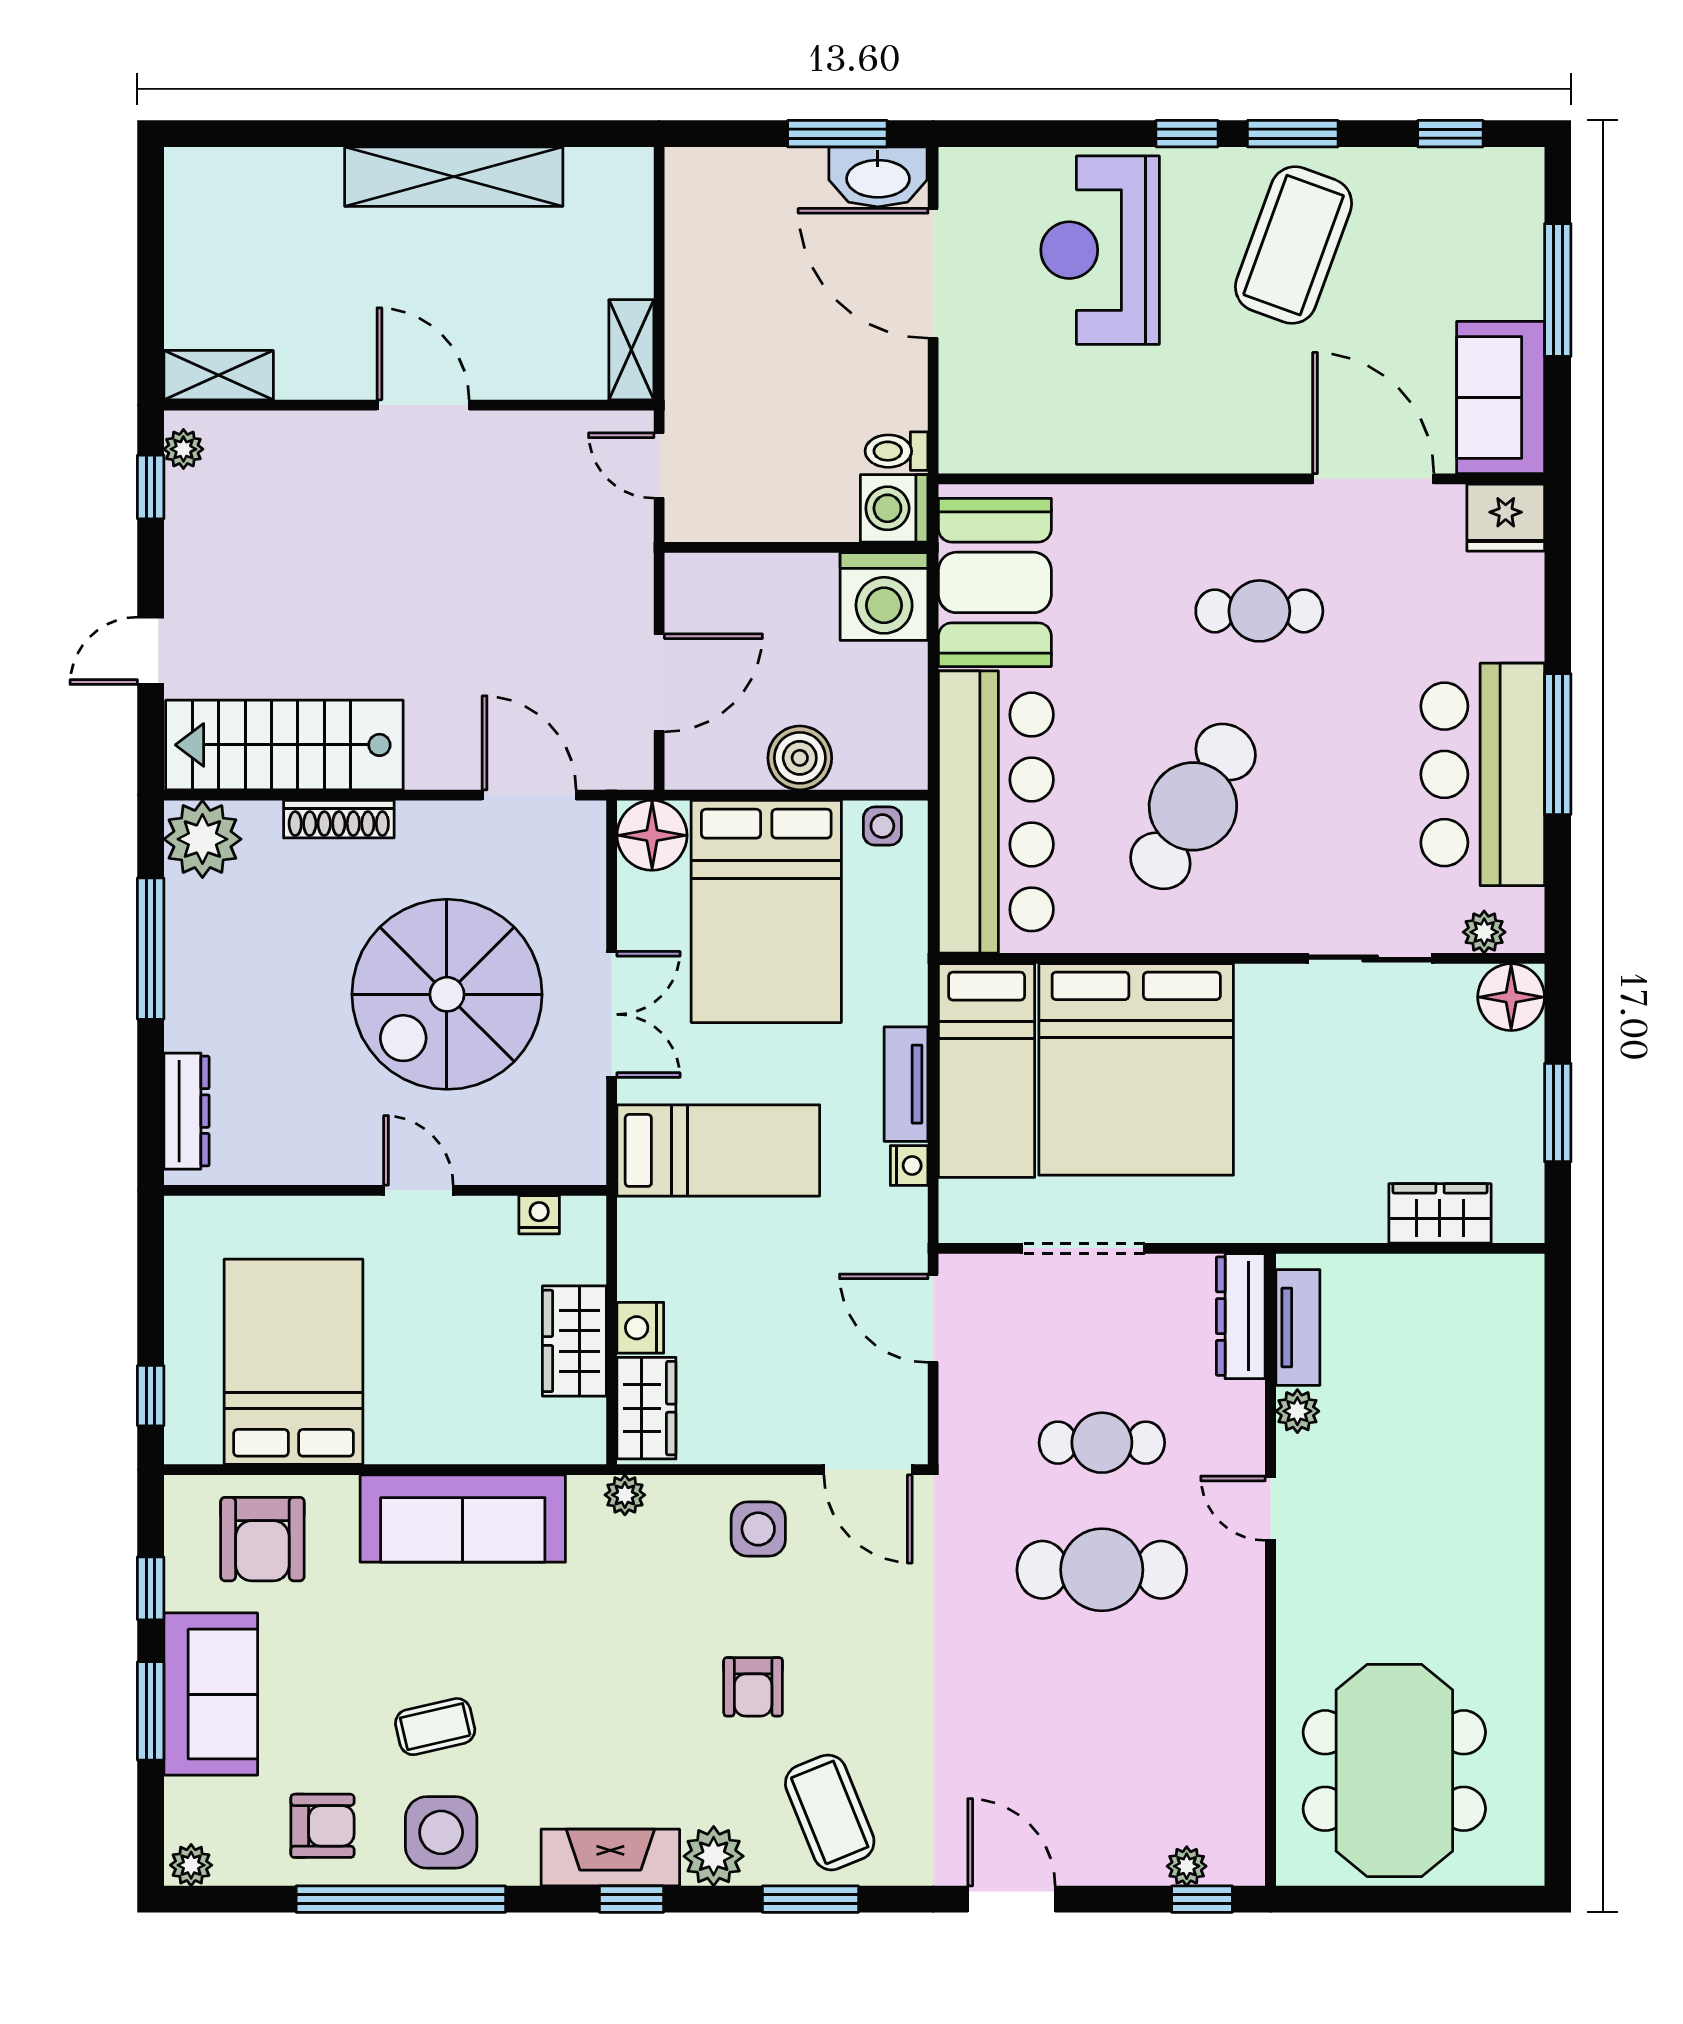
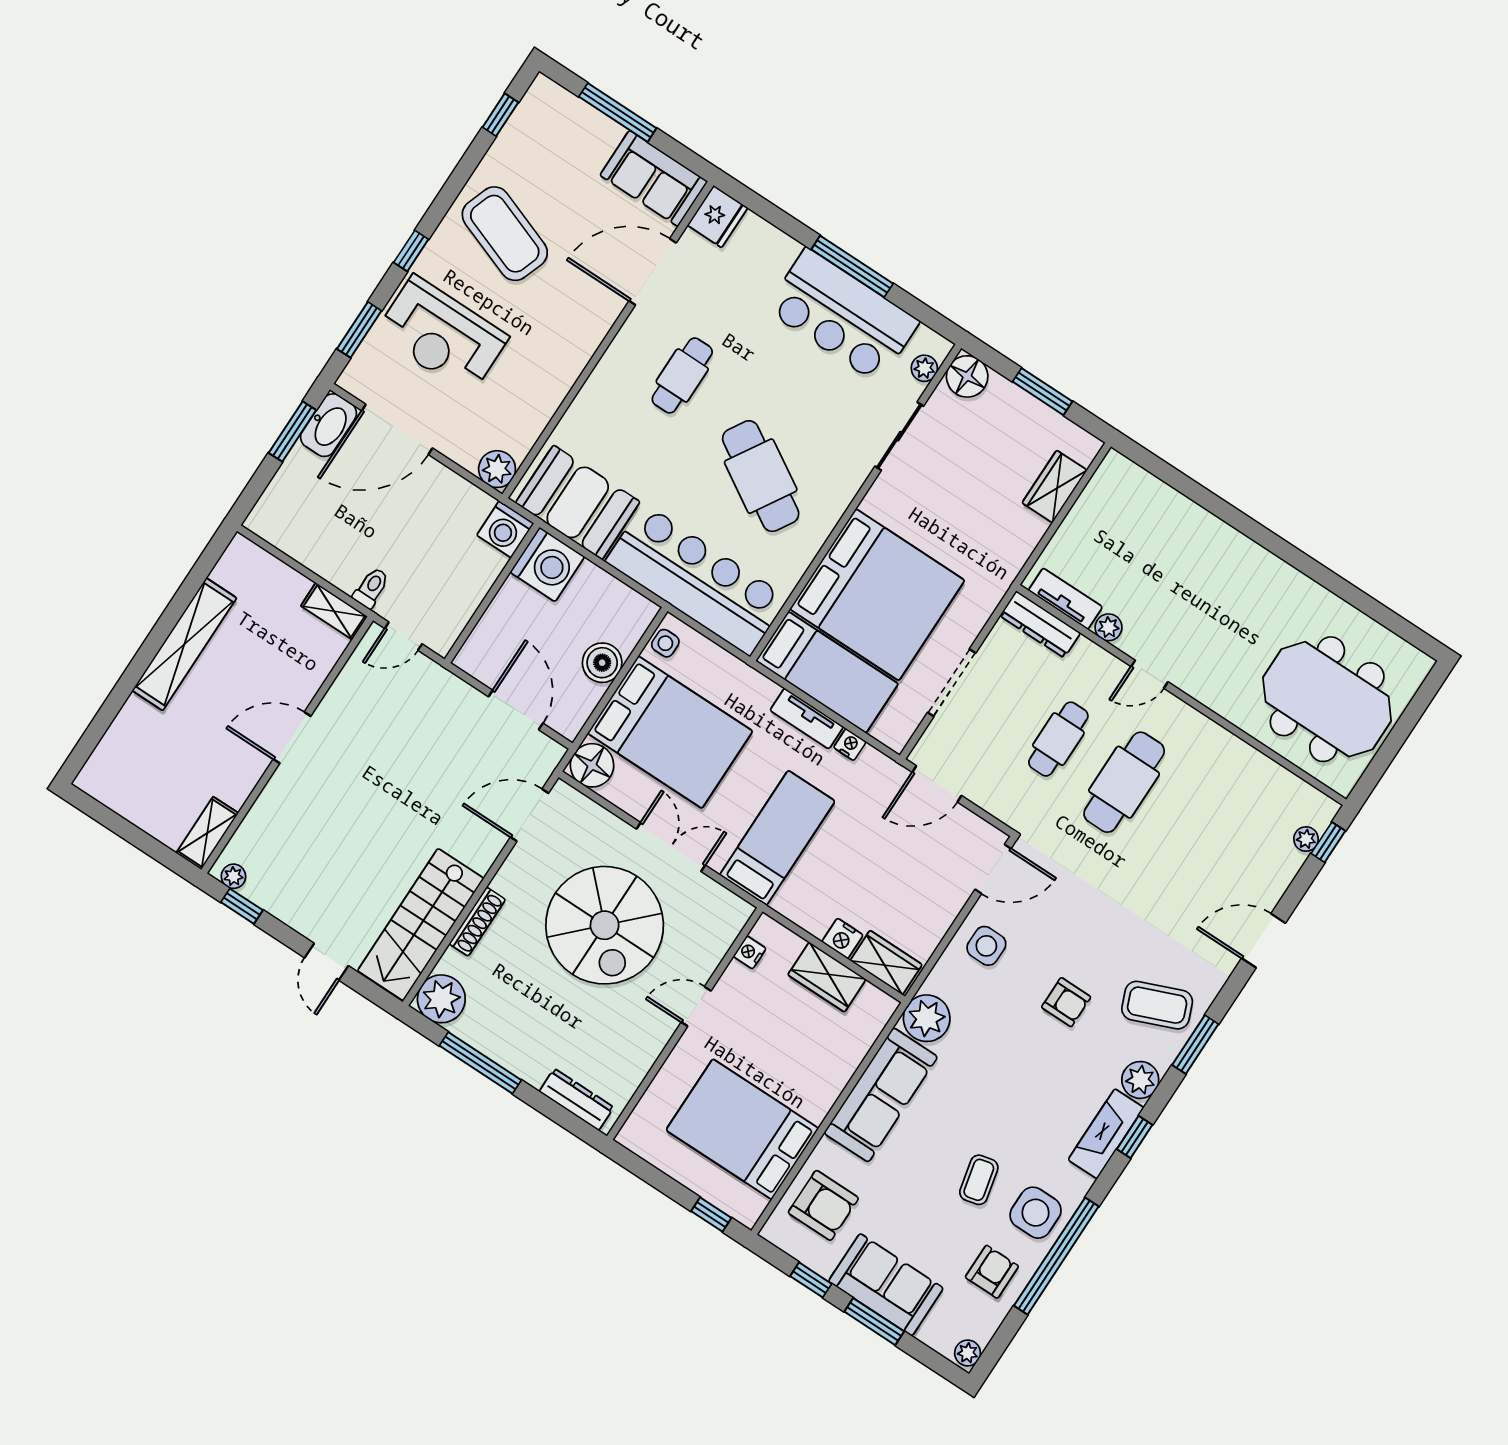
window: (1293, 134) -> (359, 330), moved
plant: (968, 444) -> (497, 469), added
toilet: (897, 451) -> (371, 588), moved, turned 180
plant: (625, 1495) -> (927, 1018), width x1.88, depth x1.88

